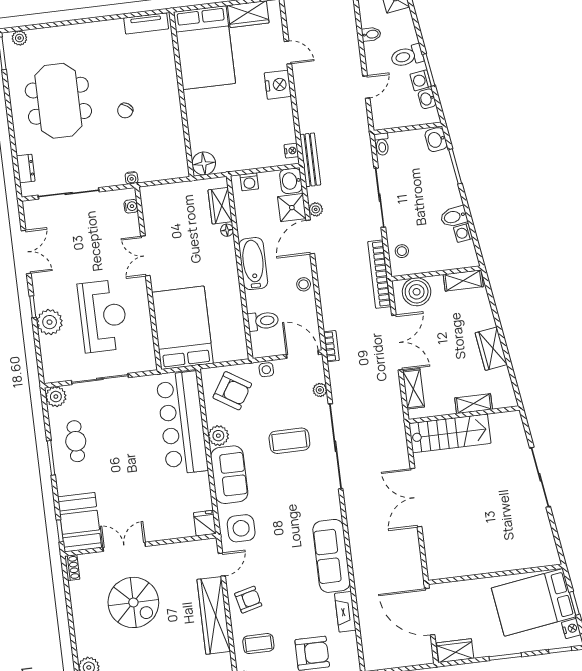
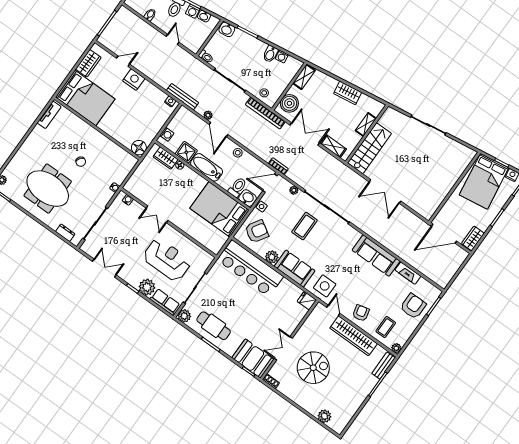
washbasin: (291, 181) -> (248, 198), moved, turned 180
shower: (292, 208) -> (186, 152), moved
bed: (183, 328) -> (219, 209), moved
row of seats: (52, 359) -> (165, 302), added
cafe table: (76, 441) -> (214, 326), width x1.37, depth x1.35

